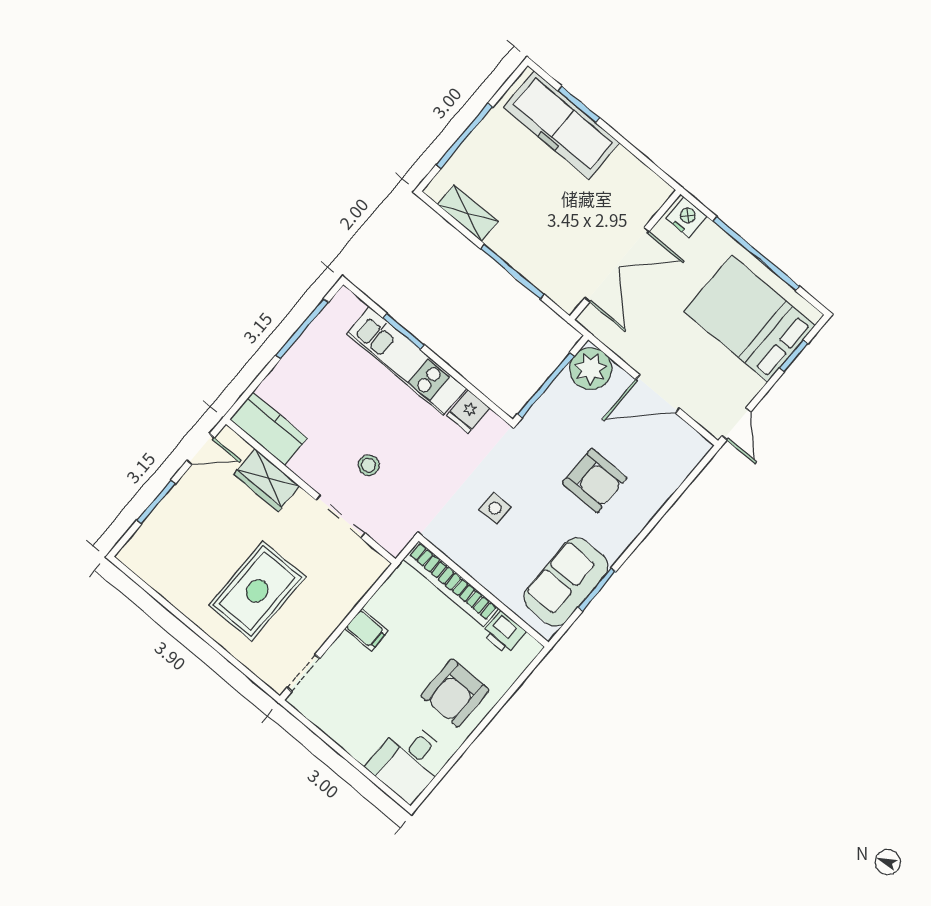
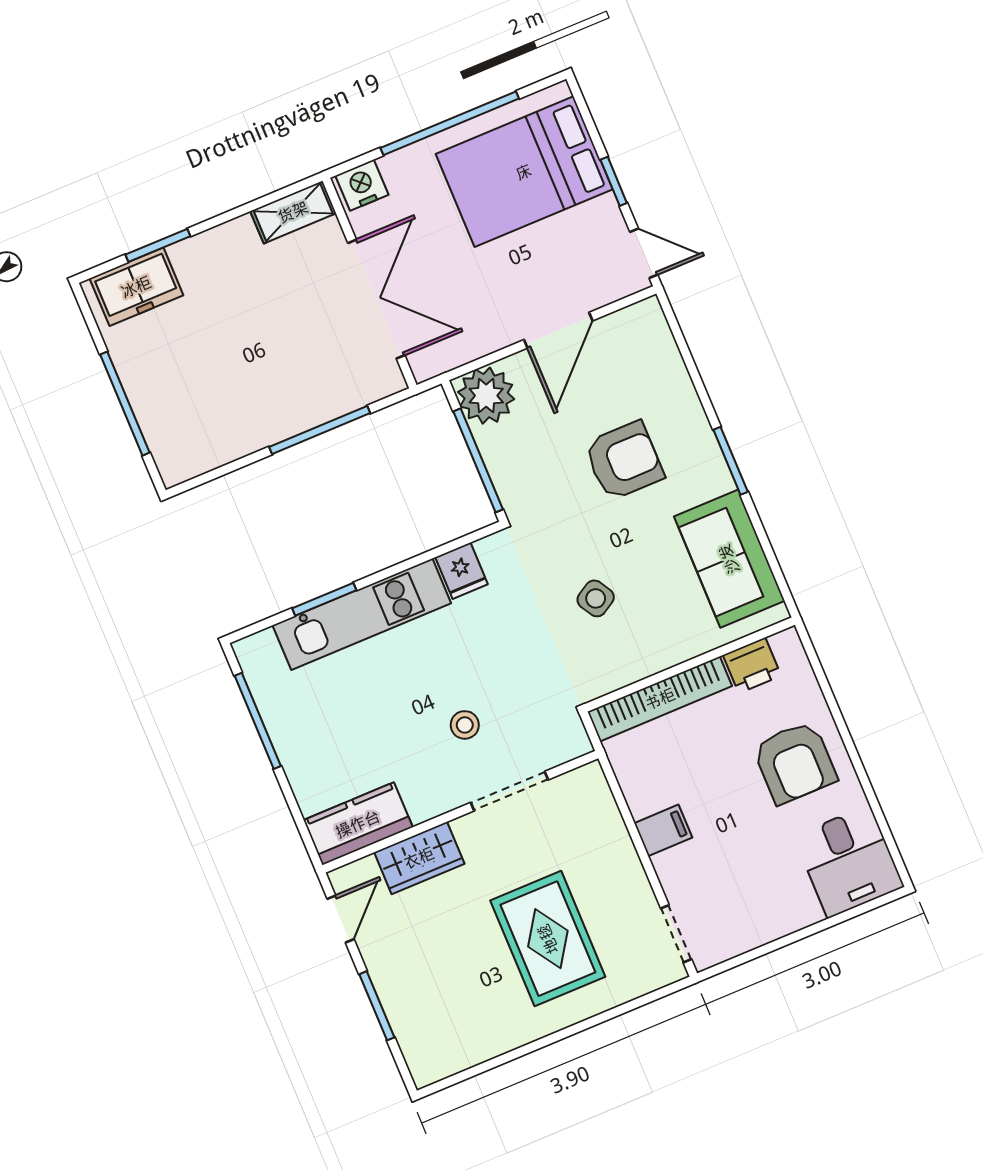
freezer: (562, 125) -> (136, 287), width x0.52, depth x0.79
shelving: (468, 213) -> (293, 212), moved
window: (794, 356) -> (614, 181), moved
side table: (495, 508) -> (596, 598), turned -31
window: (597, 589) -> (731, 461), moved

